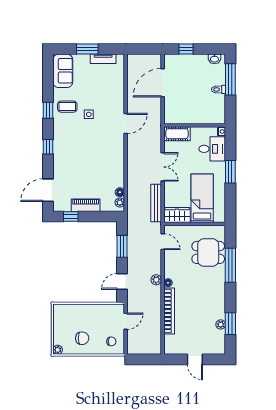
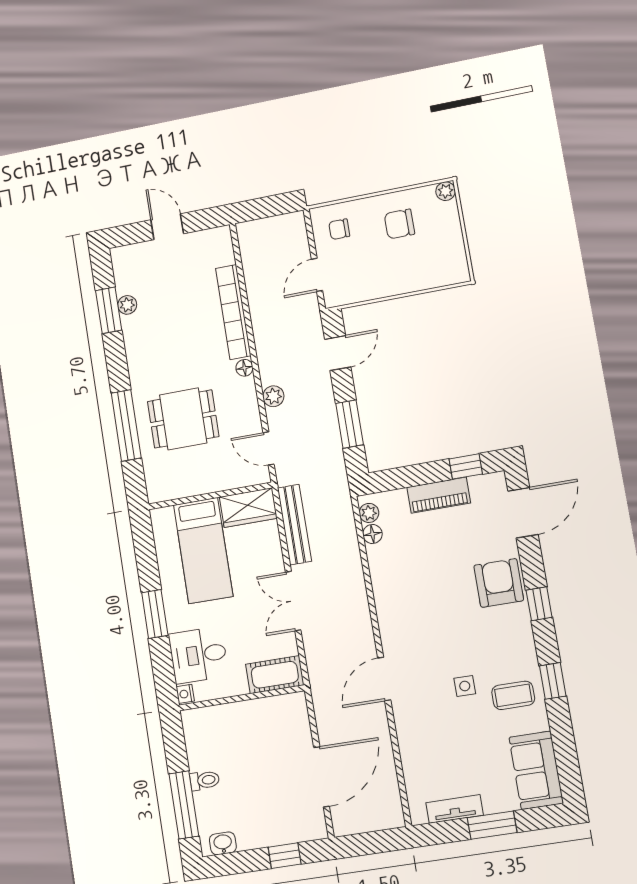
armchair: (65, 159) -> (499, 583), added
dining table: (208, 252) -> (183, 419), moved
plant: (156, 280) -> (273, 396), moved

